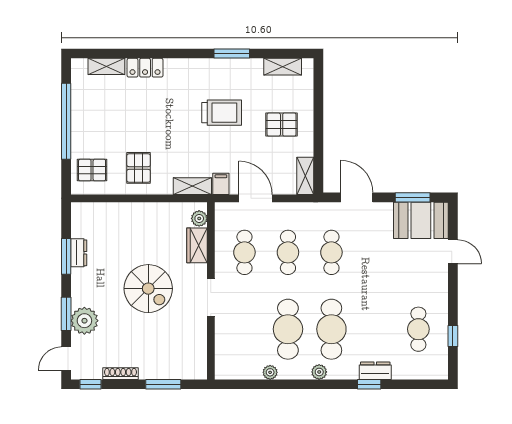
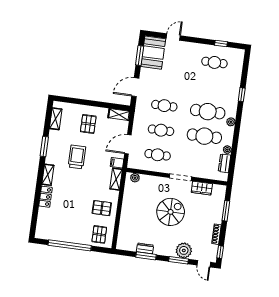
shelving: (106, 66) -> (48, 175), moved
wardrobe: (197, 245) -> (202, 188), moved
dresser: (375, 371) -> (224, 163), moved

